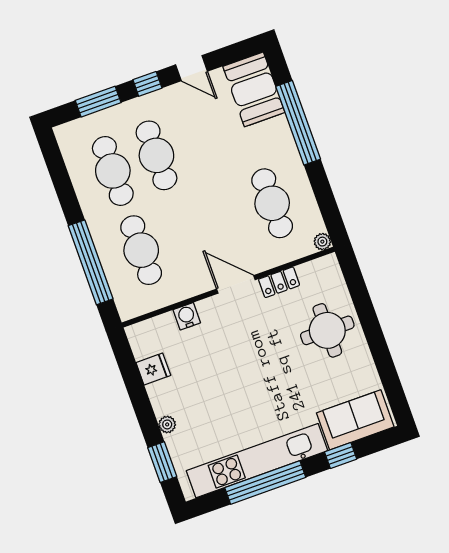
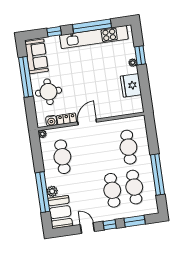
plant: (279, 129) -> (52, 191), added
window: (91, 262) -> (158, 175), moved
door: (236, 284) -> (87, 122), swing flipped
water cooler: (187, 316) -> (51, 121), moved
window: (380, 351) -> (26, 77), added
fridge: (153, 369) -> (131, 85), width x1.88, depth x1.34
sofa: (355, 420) -> (37, 56), moved, turned -90
window: (162, 462) -> (140, 55), moved

